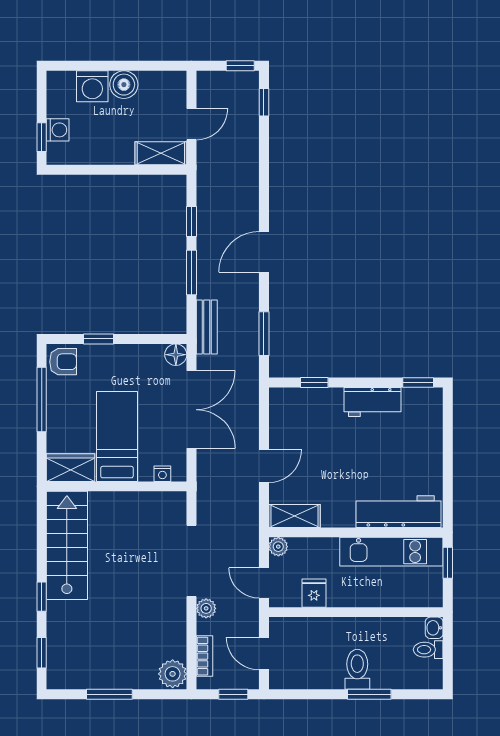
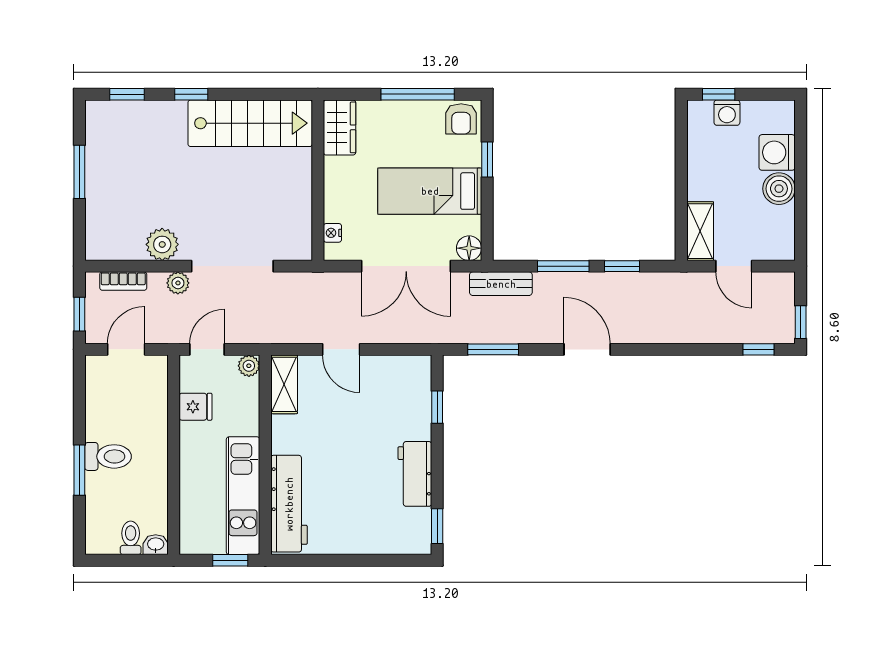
bed: (117, 436) -> (430, 191), moved, turned 180
plant: (173, 674) -> (162, 244), moved

